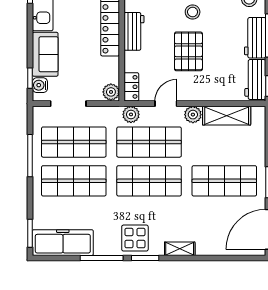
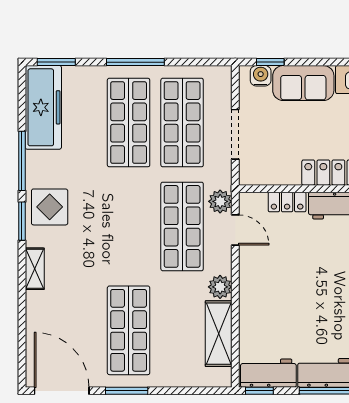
pallet: (188, 51) -> (307, 281), removed
locker: (131, 87) -> (287, 202), moved
plant: (111, 92) -> (251, 174), removed
doorway: (68, 104) -> (235, 134), moved
door: (166, 104) -> (235, 230), moved
window: (30, 156) -> (135, 62), moved
shop shelf: (149, 181) -> (129, 226), removed

